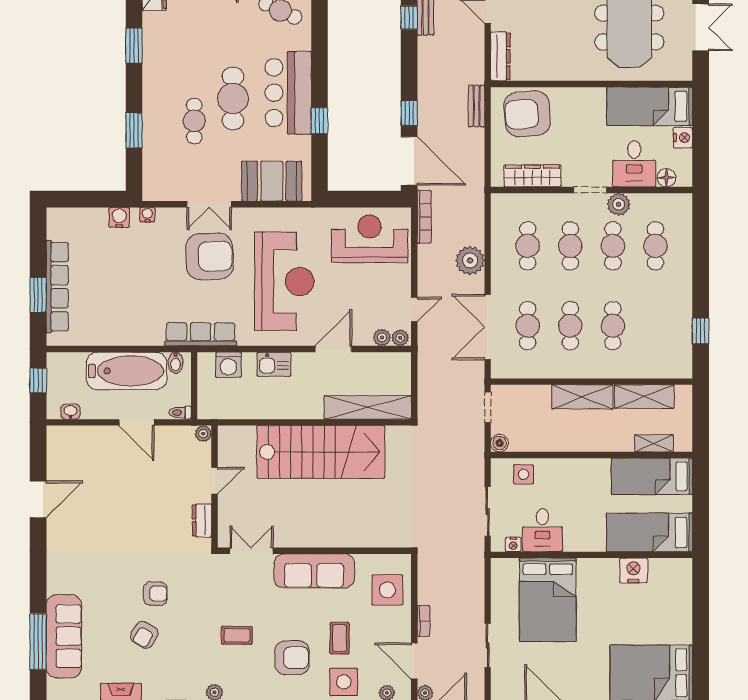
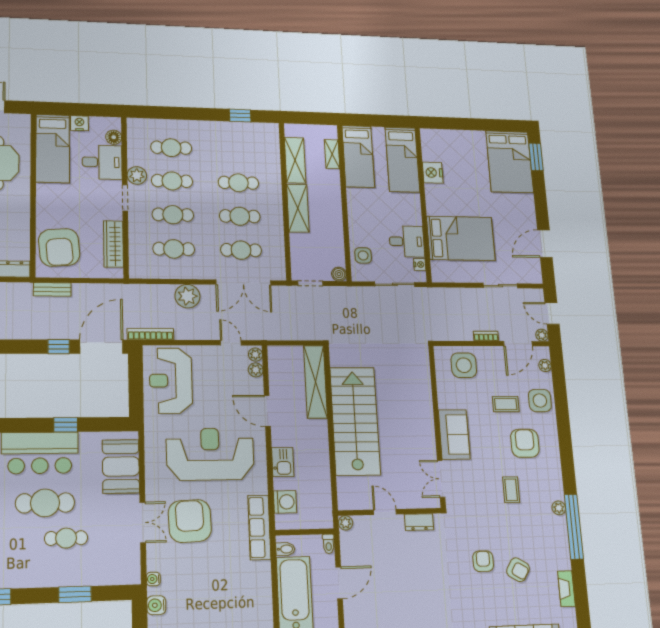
sofa: (314, 571) -> (454, 434), width x0.73

